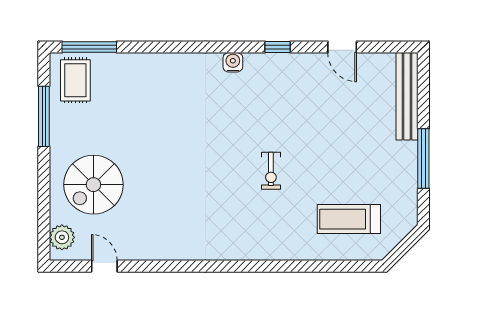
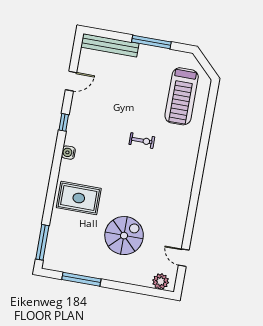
rug: (75, 80) -> (79, 198), moved, width x1.36, depth x1.43
spiral stairs: (93, 185) -> (124, 236), moved, turned -90
treadmill: (349, 219) -> (182, 96), width x1.37, depth x1.38
door: (104, 266) -> (184, 258), hinge flipped

